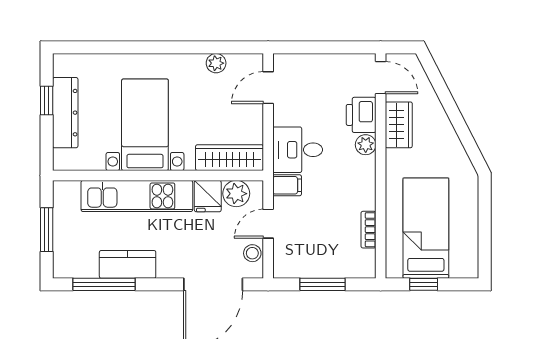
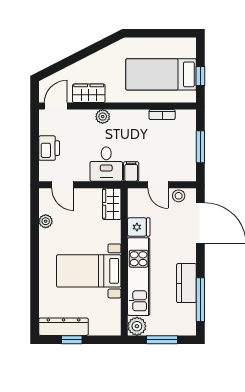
dresser: (65, 113) -> (64, 327), moved
printer: (361, 115) -> (49, 148), moved, turned -90
wardrobe: (229, 158) -> (112, 204), width x0.67
plant: (236, 194) -> (137, 326), moved

